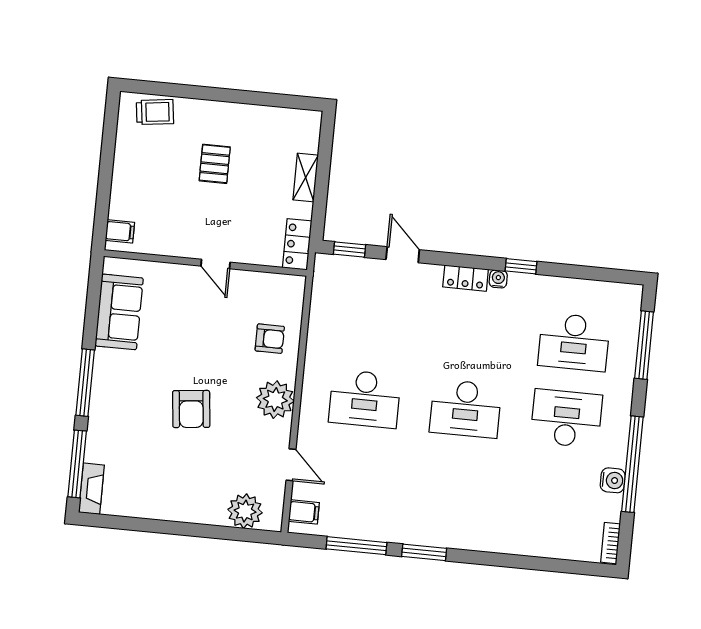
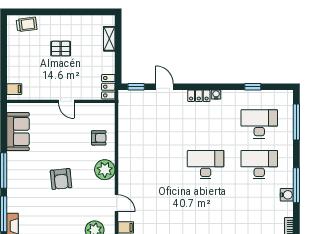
pallet: (215, 164) -> (61, 49), turned 90
shelving: (306, 177) -> (109, 39), moved
window: (521, 266) -> (253, 87), moved
desk: (574, 342) -> (259, 124), turned 180
desk: (365, 399) -> (152, 165), removed
desk: (466, 409) -> (206, 165), turned 180
window: (632, 464) -> (296, 185), width x0.68

